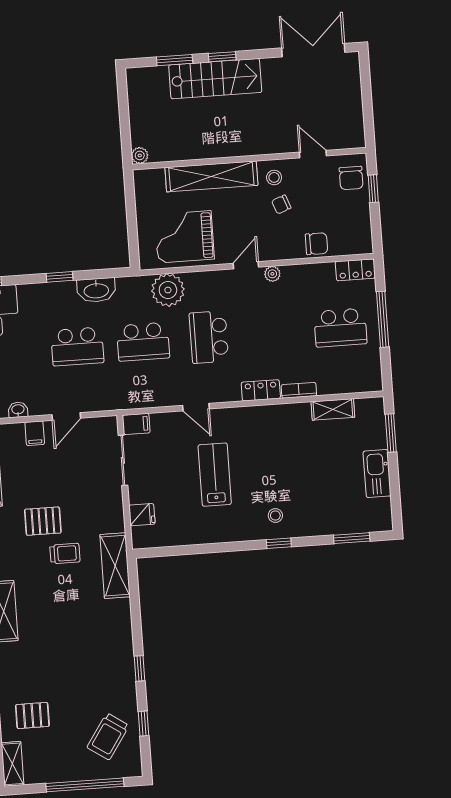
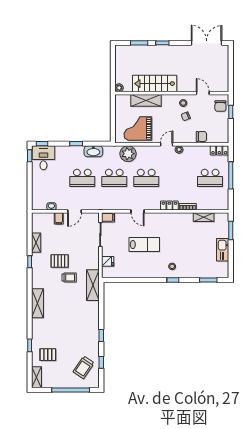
stairs: (215, 79) -> (155, 84), moved, turned 180
shelving: (211, 176) -> (146, 100), width x0.68
school desk: (209, 337) -> (146, 178), turned -90
lab bench: (215, 475) -> (144, 245), turned 90

